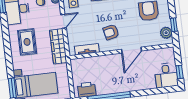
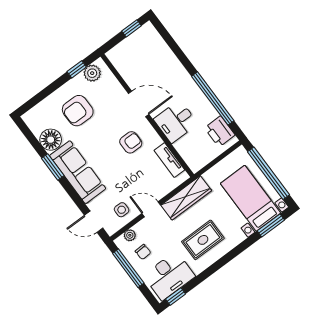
armchair: (111, 32) -> (131, 142), turned -78
desk: (166, 75) -> (176, 122), moved, turned 180

